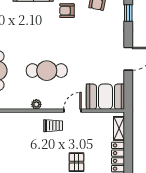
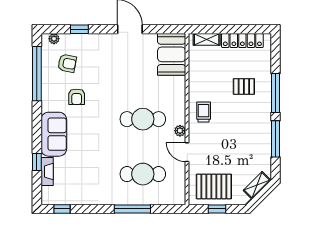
cafe table: (47, 71) -> (143, 119), turned 90
door: (72, 111) -> (187, 152), moved

